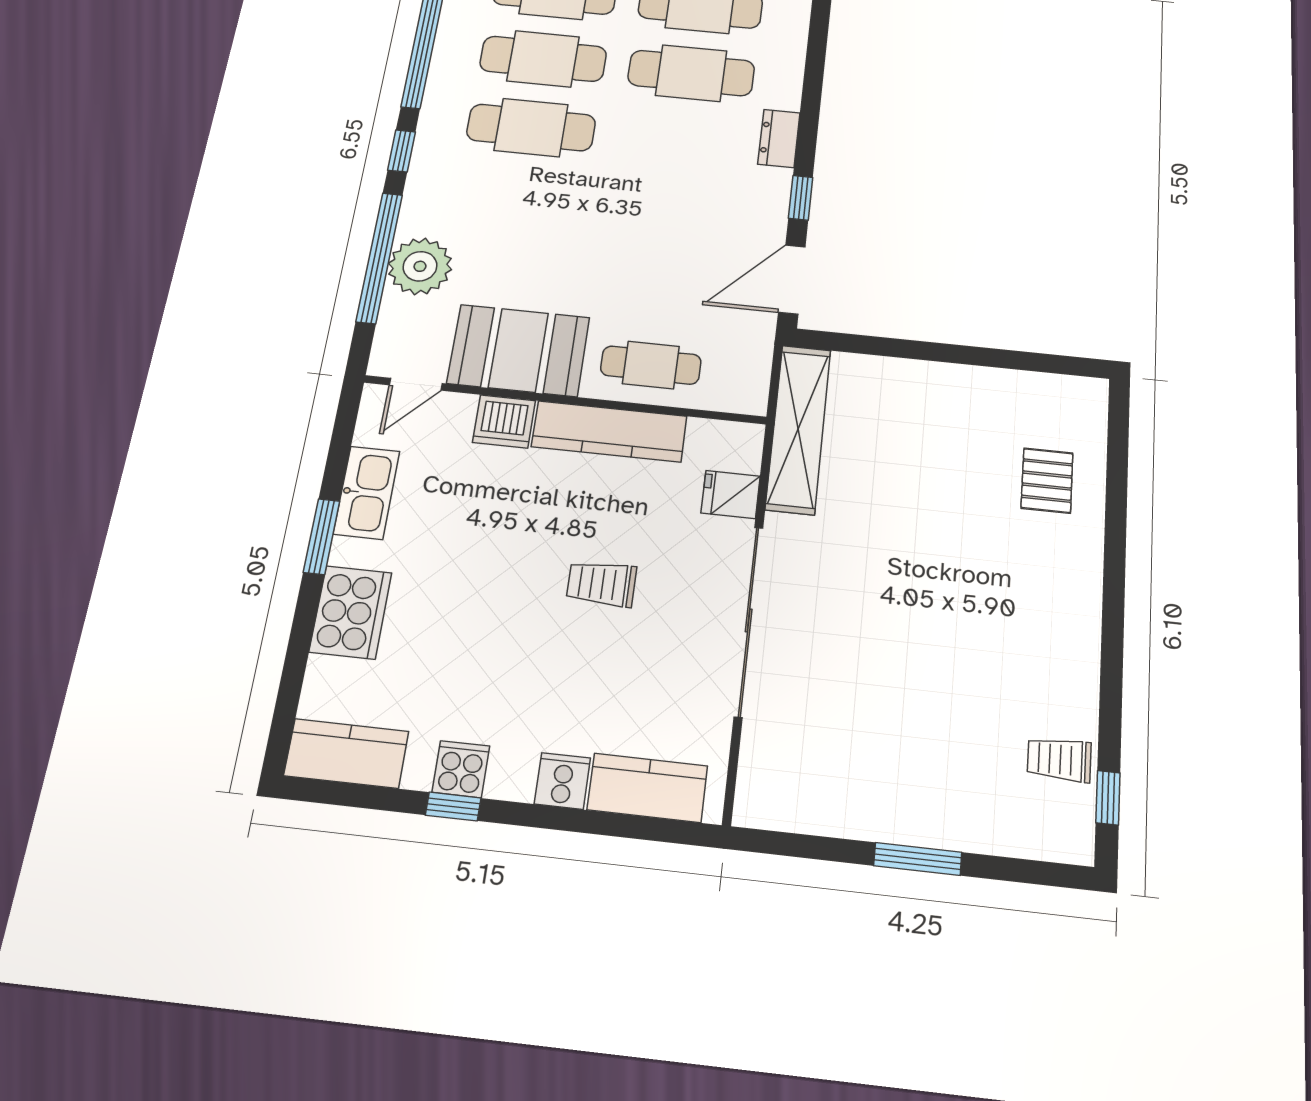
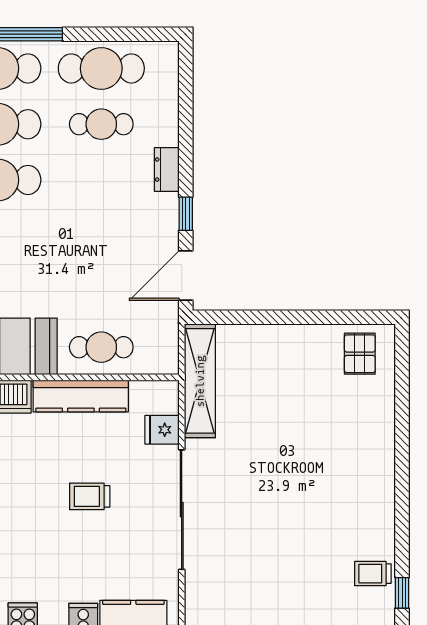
cafe table: (691, 73) -> (101, 124), width x0.73, depth x0.74
pallet: (1047, 481) -> (360, 354), moved

